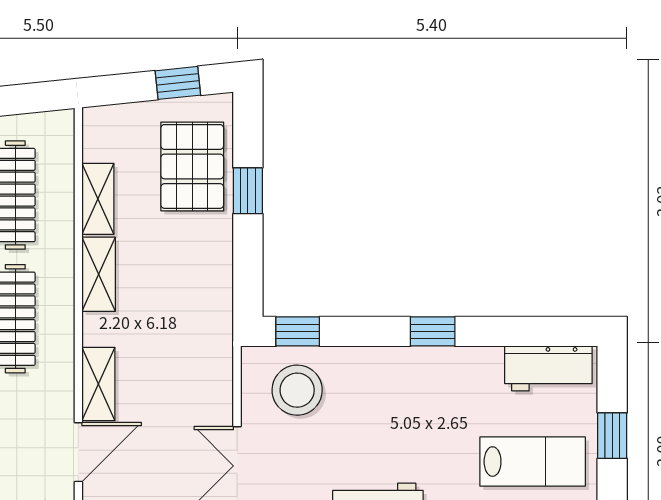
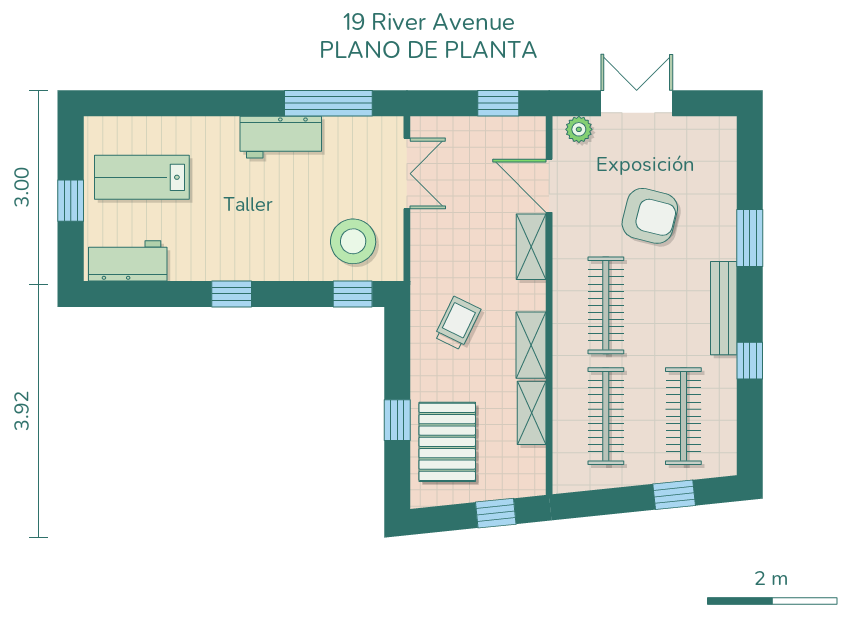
window: (178, 83) -> (496, 513), moved
trolley: (181, 299) -> (457, 323), added
door: (78, 452) -> (549, 186), hinge flipped

